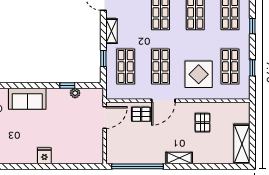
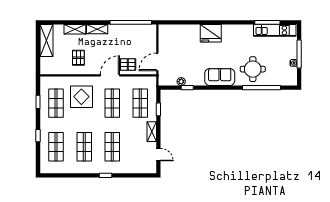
fridge: (44, 156) -> (211, 33), width x1.88, depth x1.34
shelving: (207, 158) -> (75, 29), added

